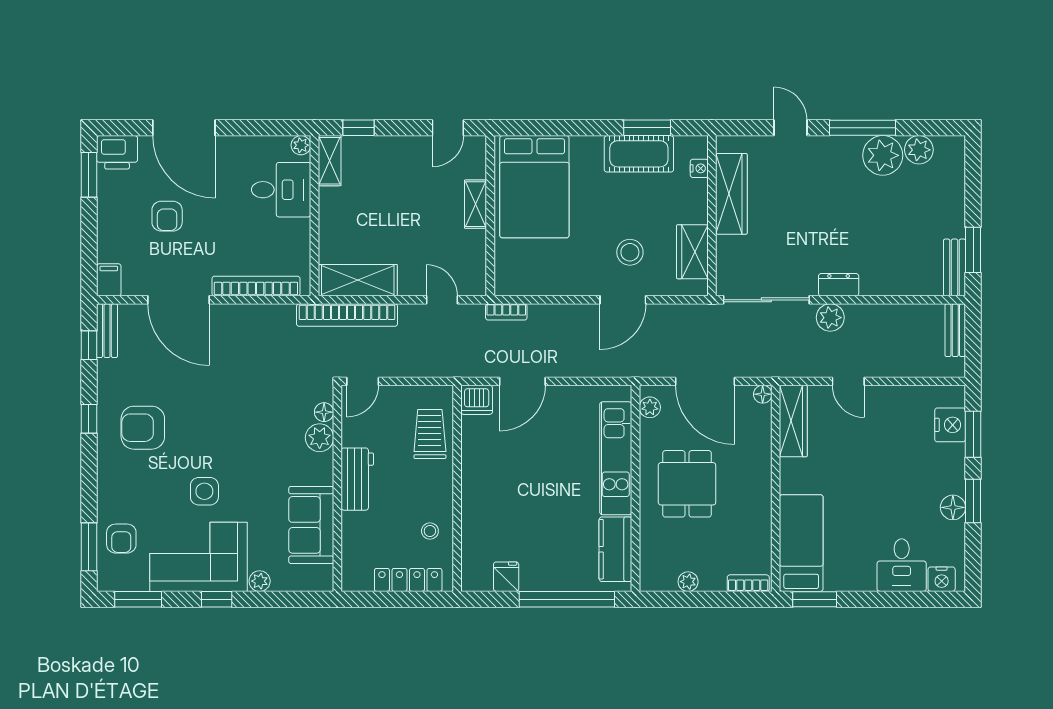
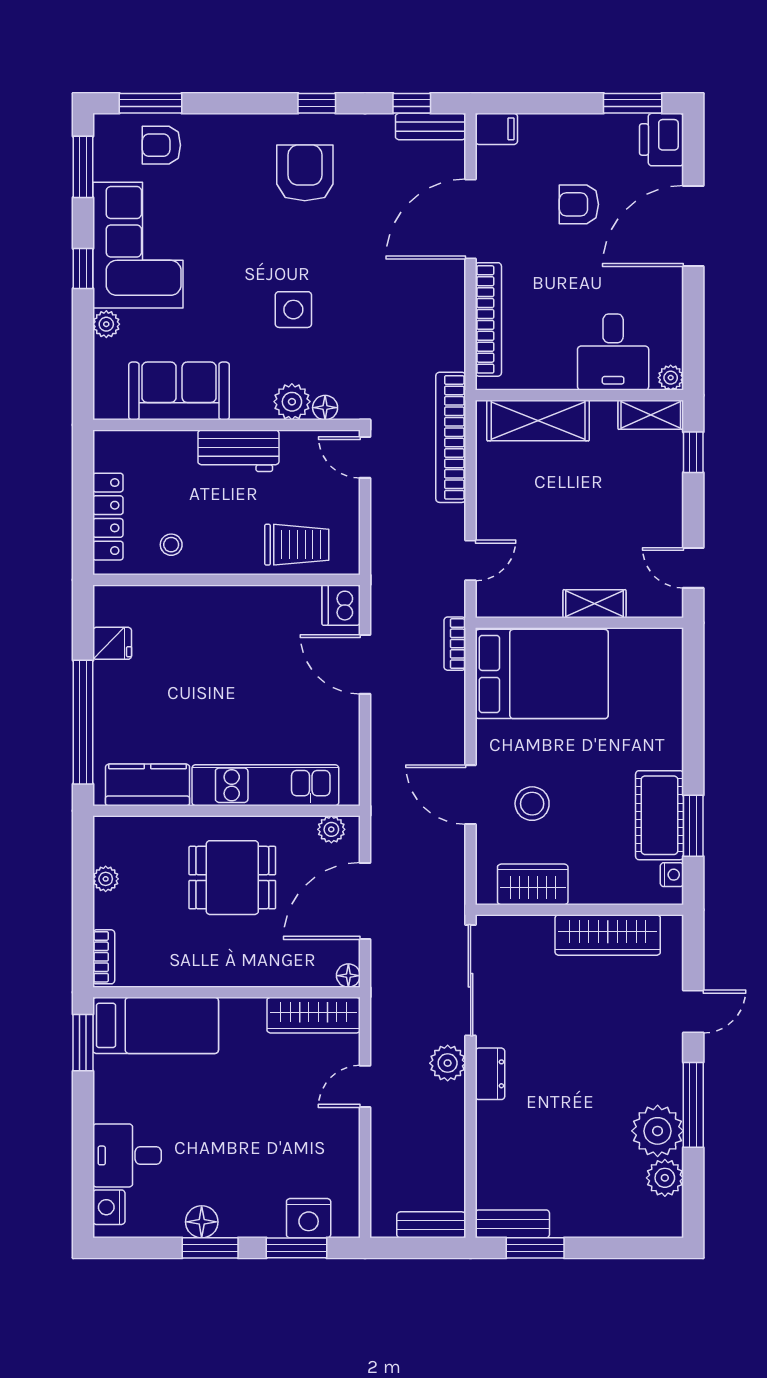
nightstand: (699, 168) -> (672, 875), moved, turned -90
bed: (534, 187) -> (542, 674), moved, turned 180
shelving: (358, 280) -> (538, 421), moved, turned 90
side table: (204, 491) -> (293, 310), moved

